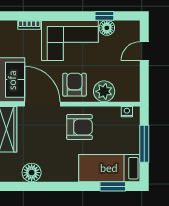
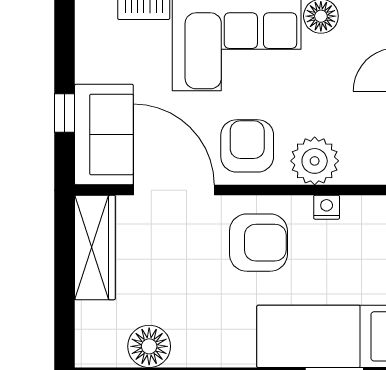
nightstand: (127, 112) -> (327, 207), moved

